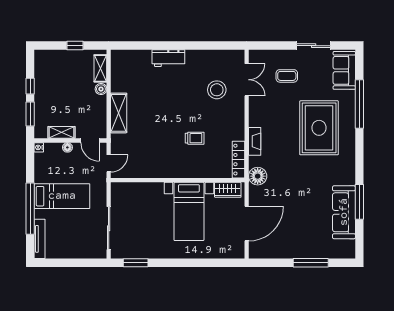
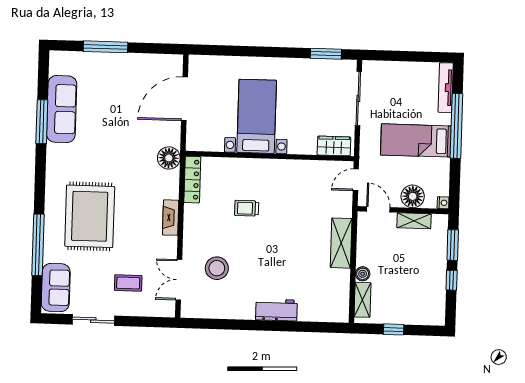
fireplace: (255, 141) -> (171, 218), moved
floor lamp: (67, 147) -> (413, 196), width x1.89, depth x1.89
wardrobe: (228, 190) -> (334, 146), moved

